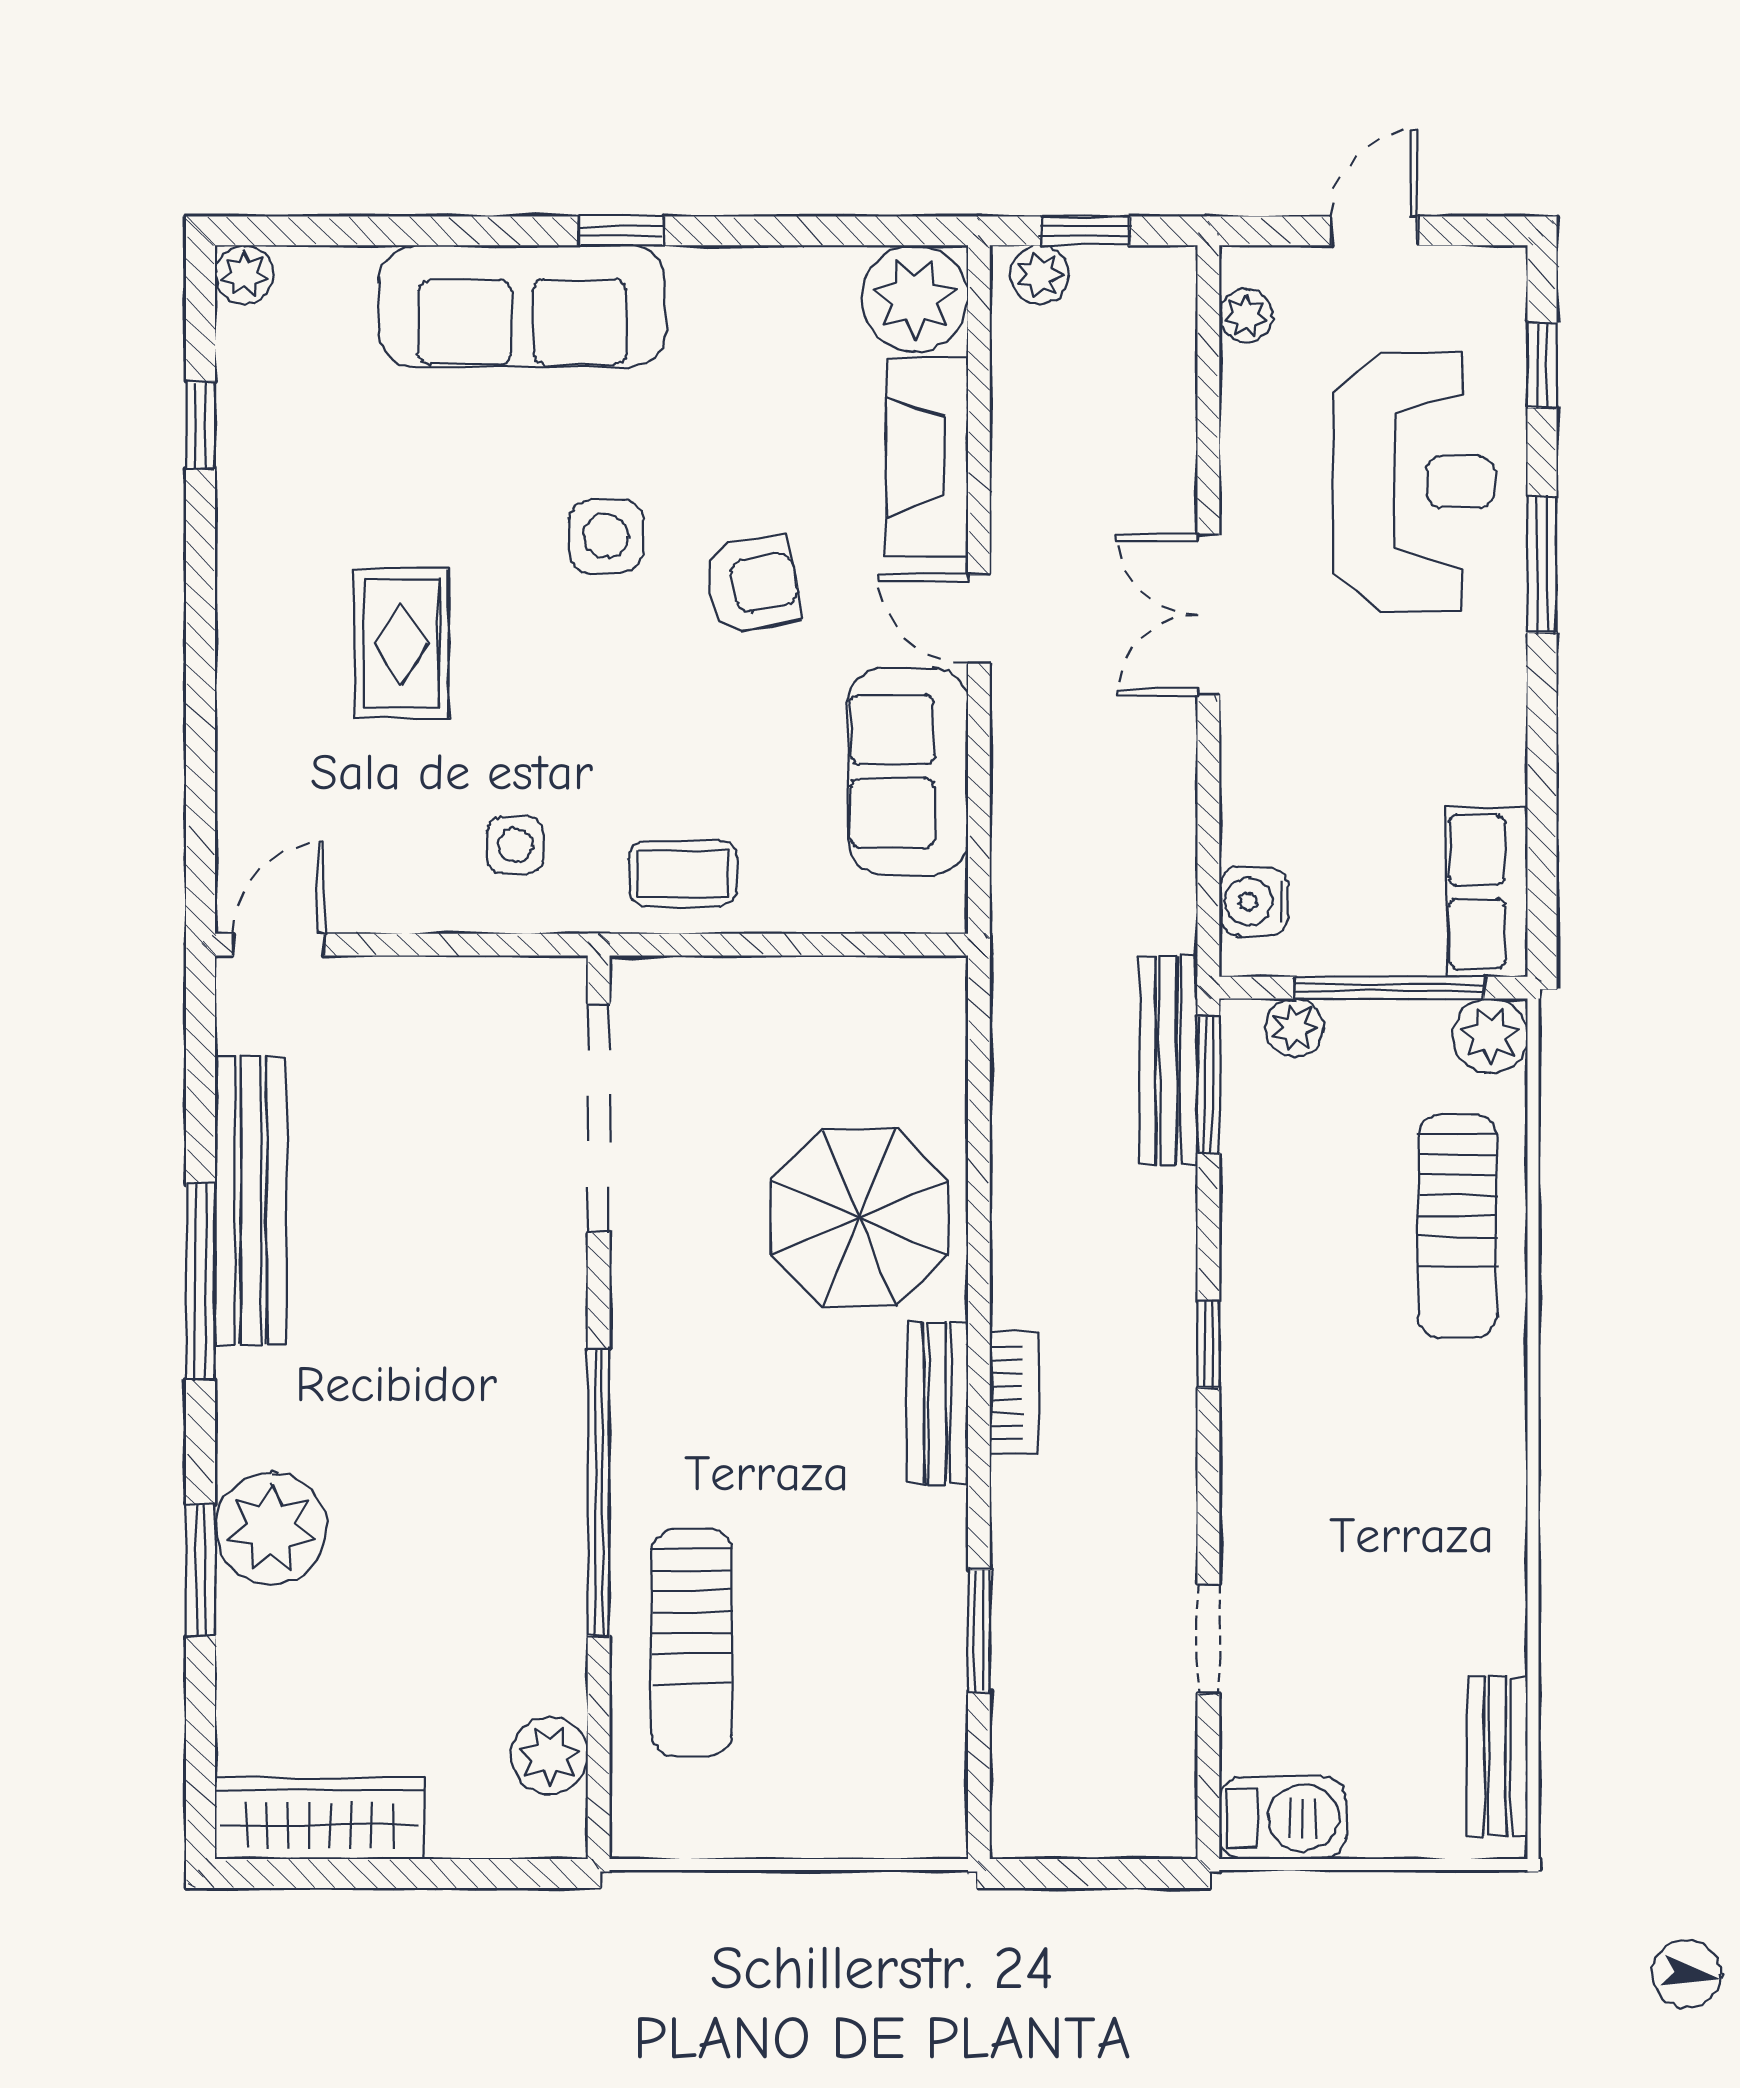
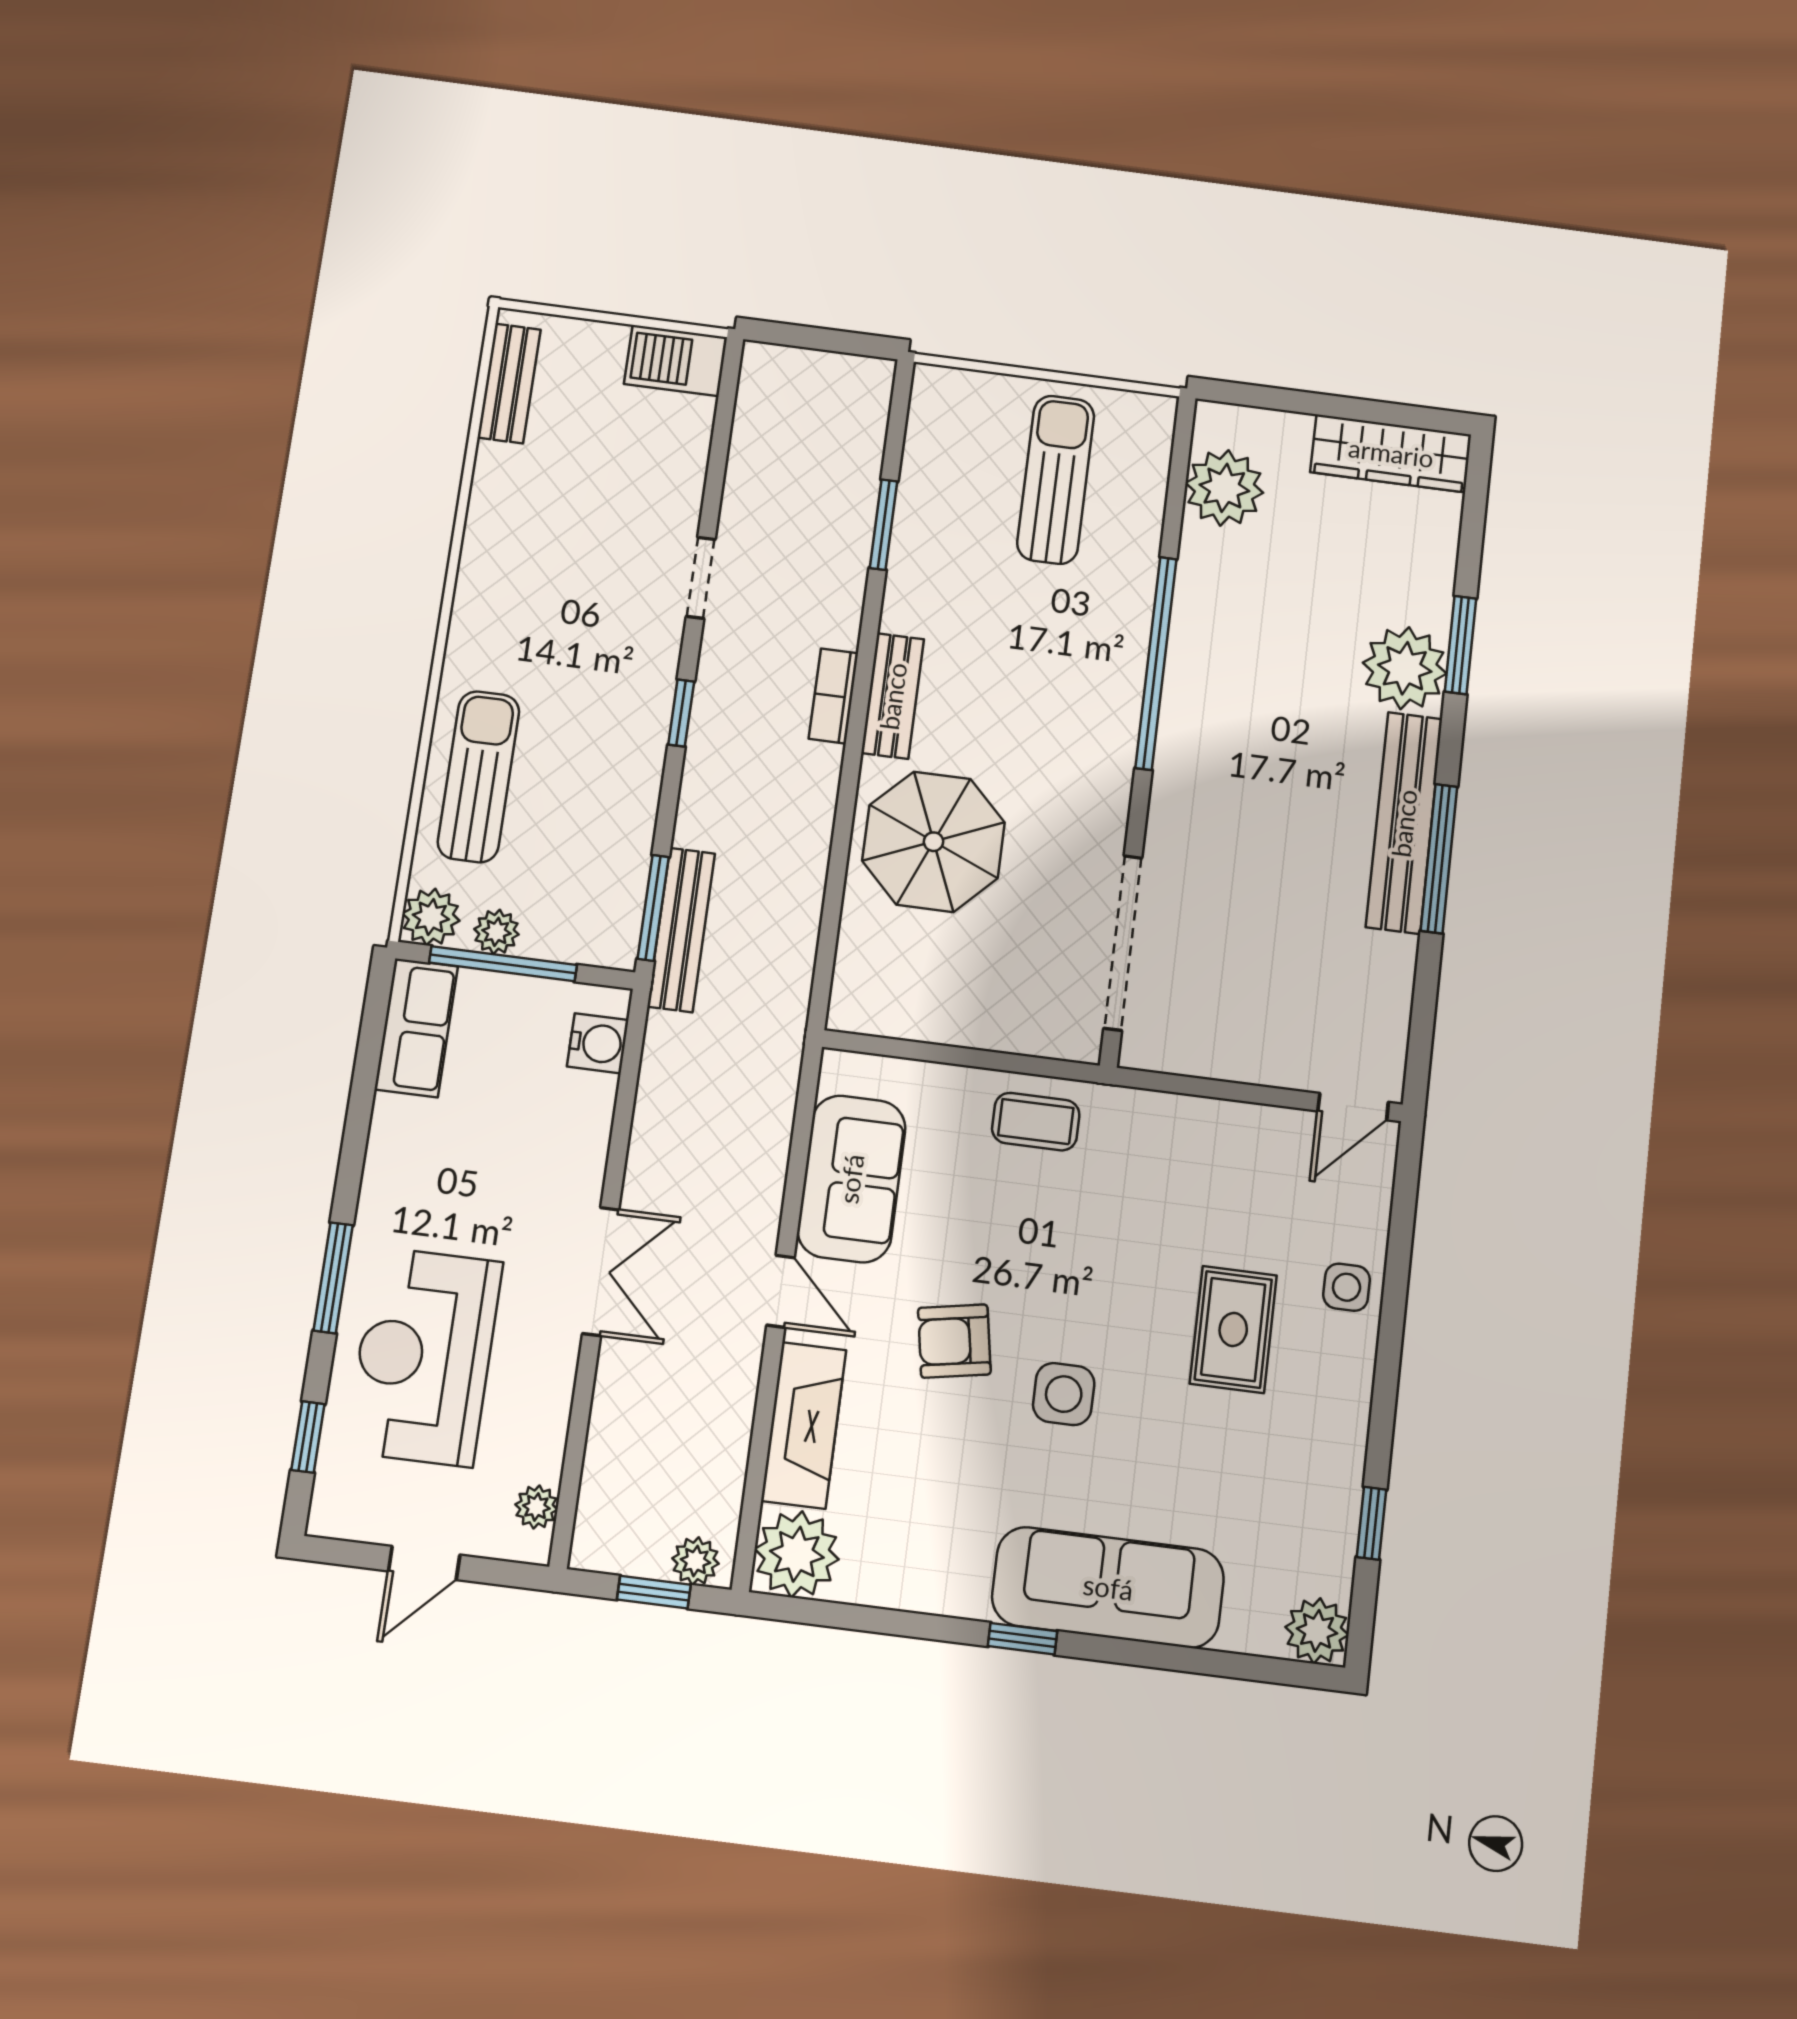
plant: (244, 274) -> (1317, 1631), width x1.38, depth x1.38
side table: (515, 845) -> (1347, 1287), moved
plant: (1294, 1028) -> (496, 932), moved
bench: (251, 1200) -> (1404, 823), moved
doorway: (1208, 1639) -> (701, 578), moved
sun lounger: (692, 1642) -> (1056, 480), moved
plant: (549, 1756) -> (1224, 488), width x1.36, depth x1.36

